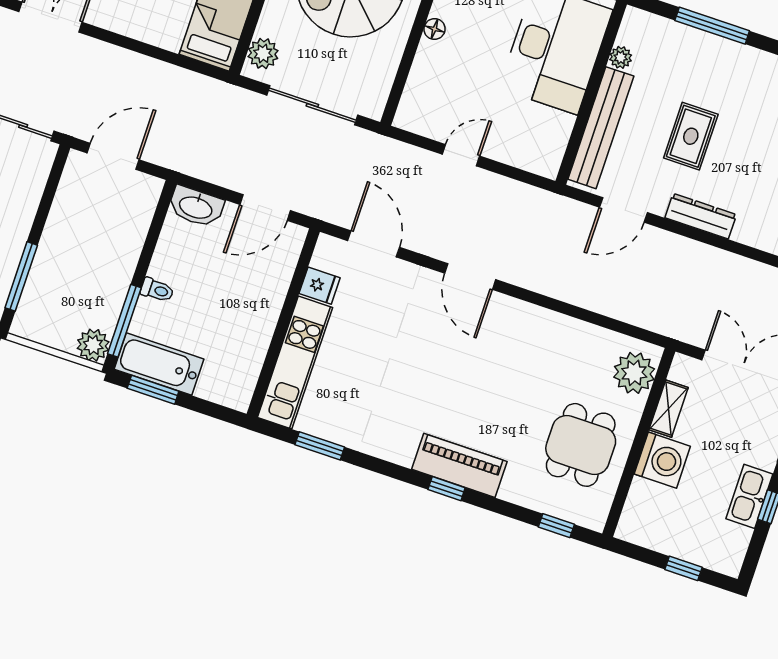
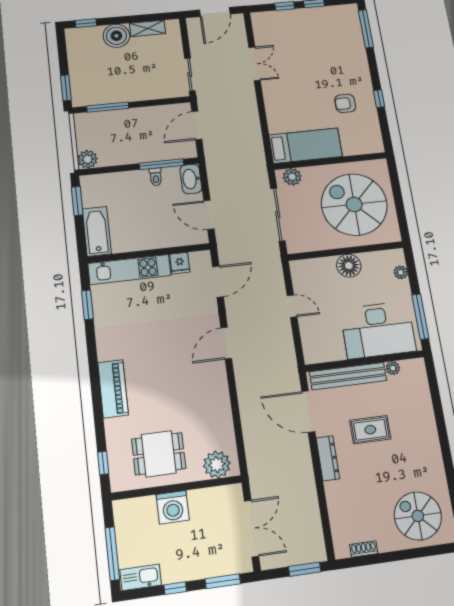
window: (712, 26) -> (438, 411), removed
floor lamp: (435, 29) -> (349, 266), width x1.89, depth x1.89
door: (113, 156) -> (197, 125), swing flipped
door: (623, 210) -> (308, 412), width x1.36
toilet: (157, 290) -> (156, 177), moved
window: (124, 321) -> (161, 164), moved
bathtub: (159, 364) -> (97, 231), moved
shelving: (669, 409) -> (206, 496), removed
window: (447, 489) -> (96, 388), removed
kitchen sink: (749, 496) -> (141, 577), moved
window: (684, 568) -> (112, 554), width x2.17

